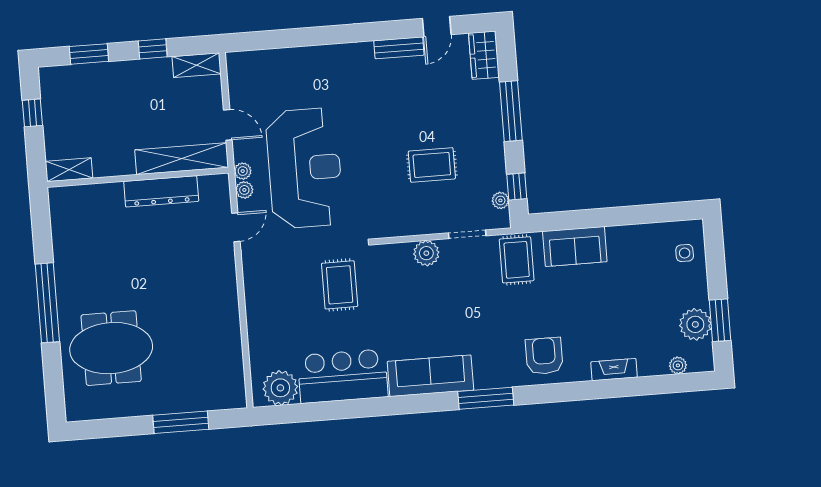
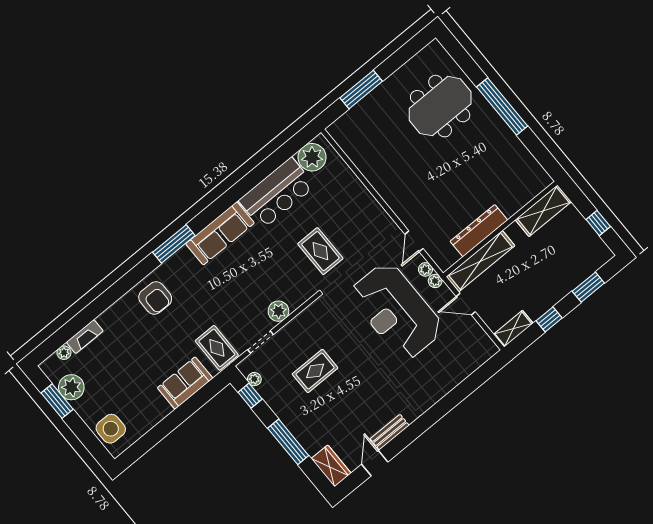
shelving: (69, 170) -> (543, 211), width x1.50, depth x1.33
side table: (685, 253) -> (111, 429), width x1.87, depth x1.87
fireplace: (614, 370) -> (85, 337), moved

